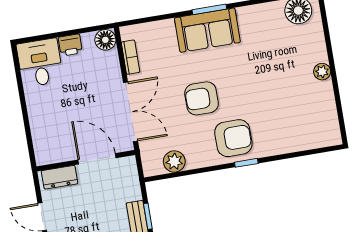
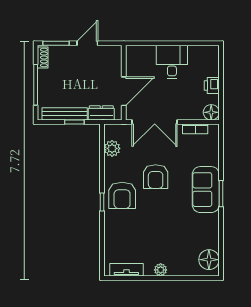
desk: (40, 63) -> (172, 62), moved, turned -90
armchair: (202, 98) -> (156, 177), turned 180
tv unit: (330, 116) -> (126, 270), added
dresser: (60, 177) -> (101, 113), moved, turned 90

